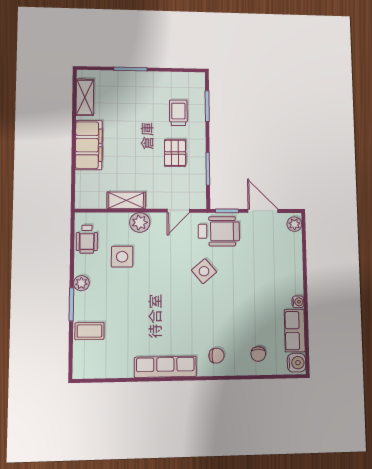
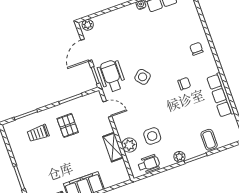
pallet: (175, 153) -> (68, 125), turned 90
plant: (140, 222) -> (129, 145), moved
chair: (258, 354) -> (184, 84), moved
row of seats: (165, 367) -> (220, 95), moved

